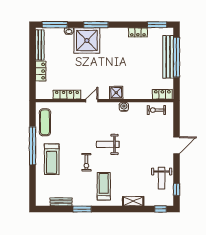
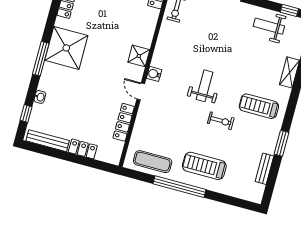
window: (55, 25) -> (26, 113), width x0.46
shower: (87, 41) -> (66, 48), moved
water cooler: (124, 107) -> (154, 74), moved
weight bench: (108, 144) -> (205, 86), turned 180
treadmill: (52, 159) -> (204, 166), turned 180
weight bench: (162, 178) -> (269, 26), turned 180

